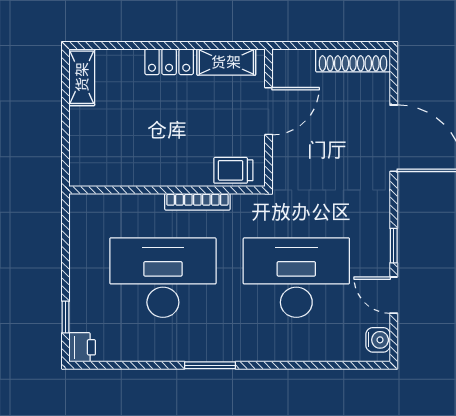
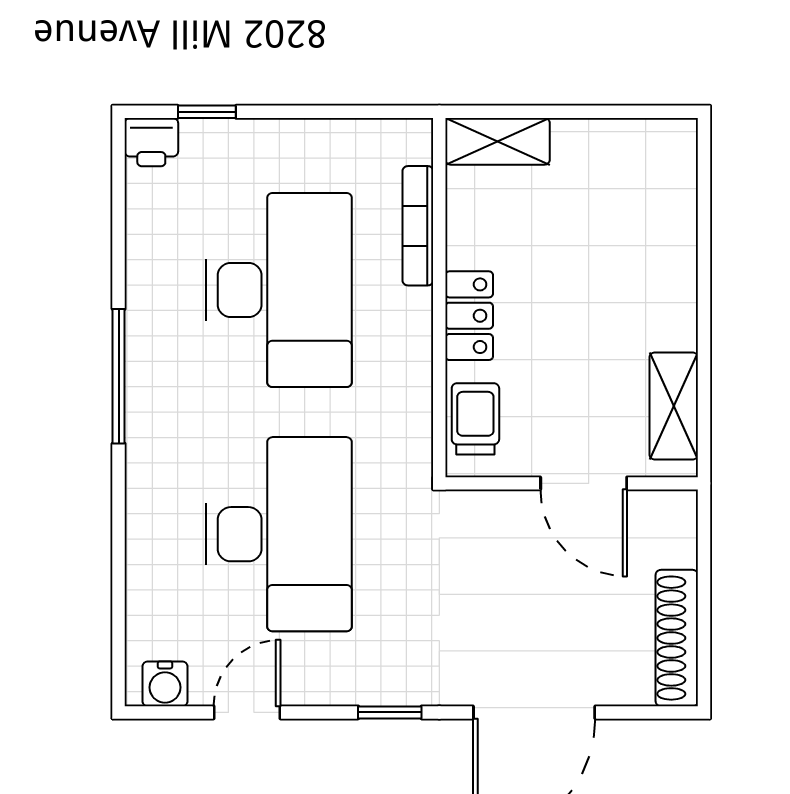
locker: (169, 62) -> (469, 316), moved, turned 180
shelving: (82, 77) -> (498, 141), moved
bookcase: (197, 202) -> (418, 226), moved
window: (394, 246) -> (390, 712), moved
window: (210, 365) -> (119, 376), width x1.44

